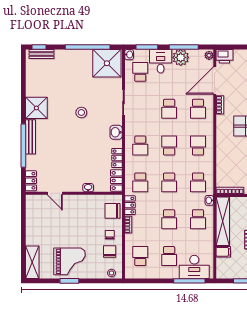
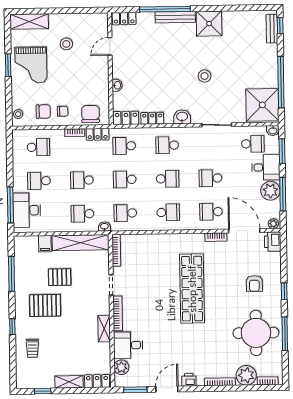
stool: (52, 231) -> (66, 44), added

